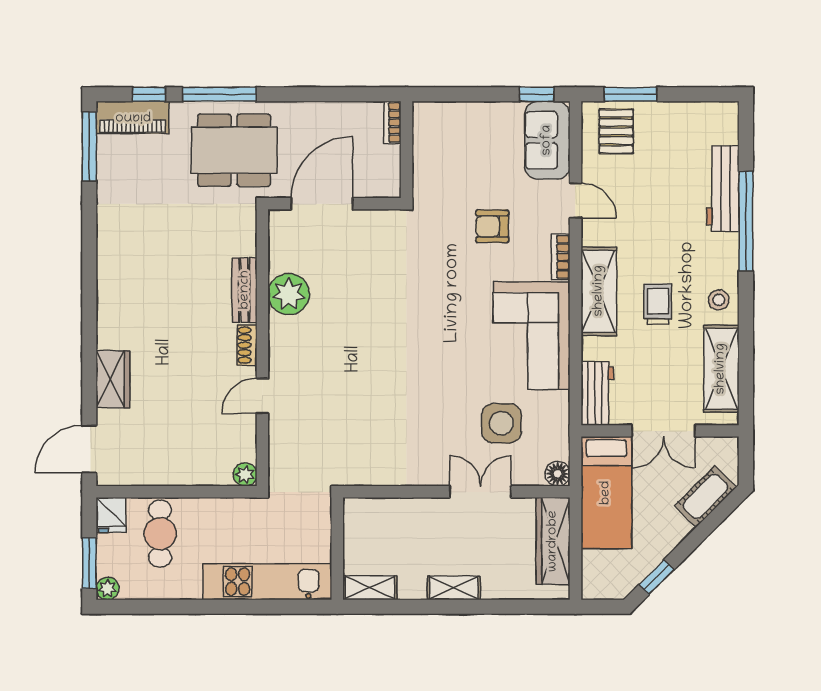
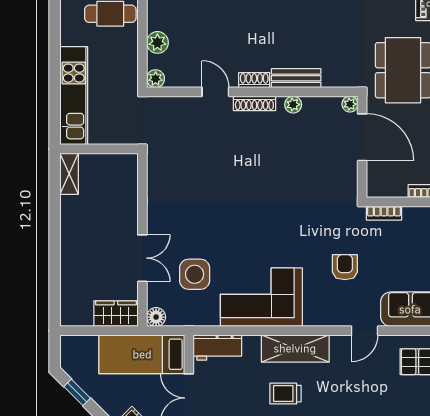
plant: (278, 220) -> (350, 104), added
bookcase: (561, 257) -> (384, 213), moved, turned 180
plant: (289, 294) -> (293, 105), width x0.53, depth x0.53
trolley: (658, 304) -> (285, 394), turned 180
shoe rack: (277, 345) -> (254, 103), added
plant: (198, 472) -> (157, 42), added
wardrobe: (553, 541) -> (116, 314), width x0.67
shelving: (454, 588) -> (69, 238), removed

